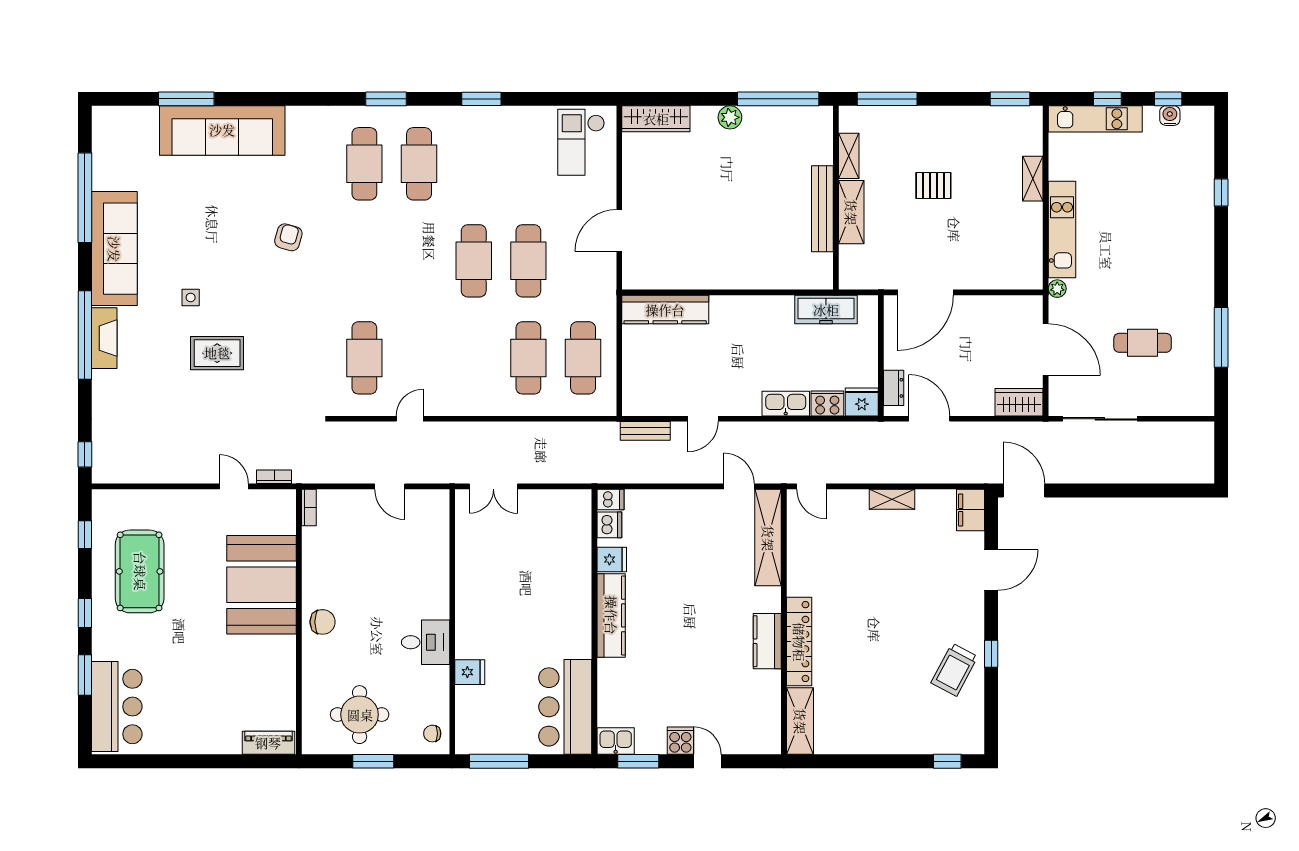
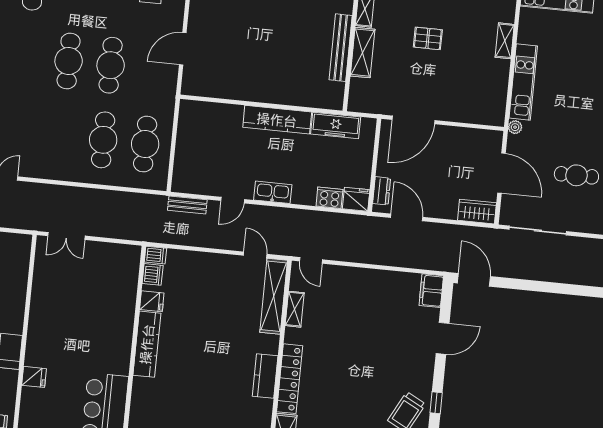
kitchen counter: (665, 310) -> (277, 120), moved
kitchen sink: (786, 404) -> (273, 192), moved
shelving: (892, 499) -> (295, 309), moved, turned 90

